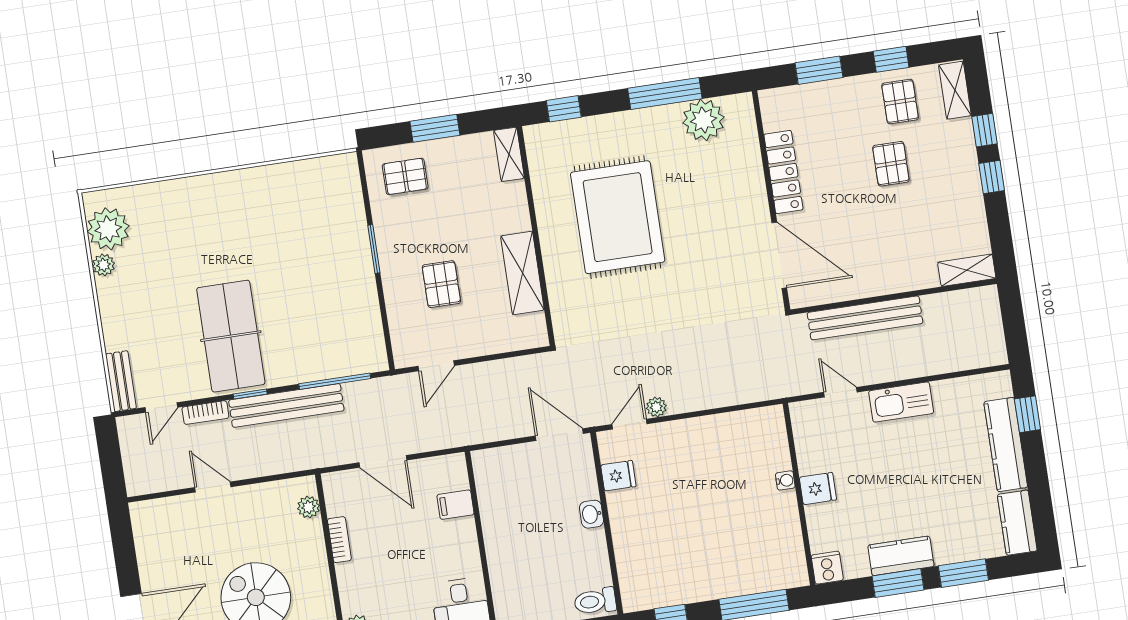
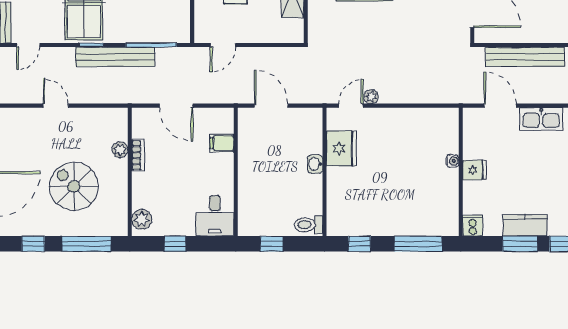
door: (840, 392) -> (500, 106), width x1.37
bookcase: (205, 413) -> (58, 53), removed
door: (559, 435) -> (271, 106), moved
fridge: (618, 476) -> (341, 149), width x1.88, depth x1.34
plant: (309, 507) -> (120, 150), moved

